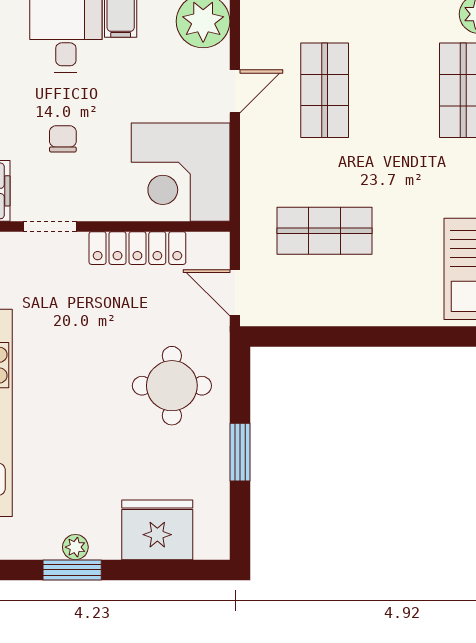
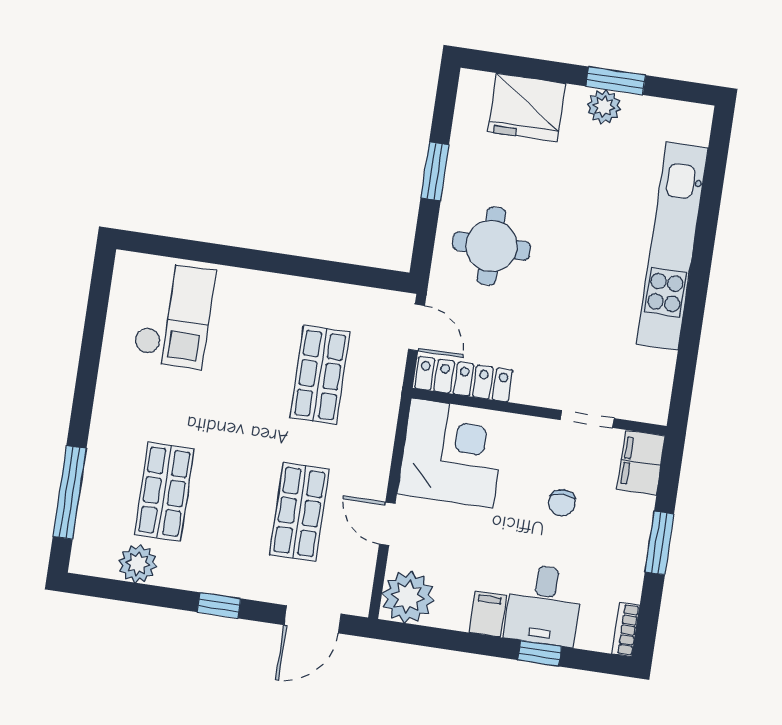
door: (235, 91) -> (387, 524), hinge flipped
shop shelf: (325, 231) -> (320, 375), turned 90
locker: (137, 248) -> (464, 379), moved
plant: (75, 547) -> (604, 107), width x1.38, depth x1.38

